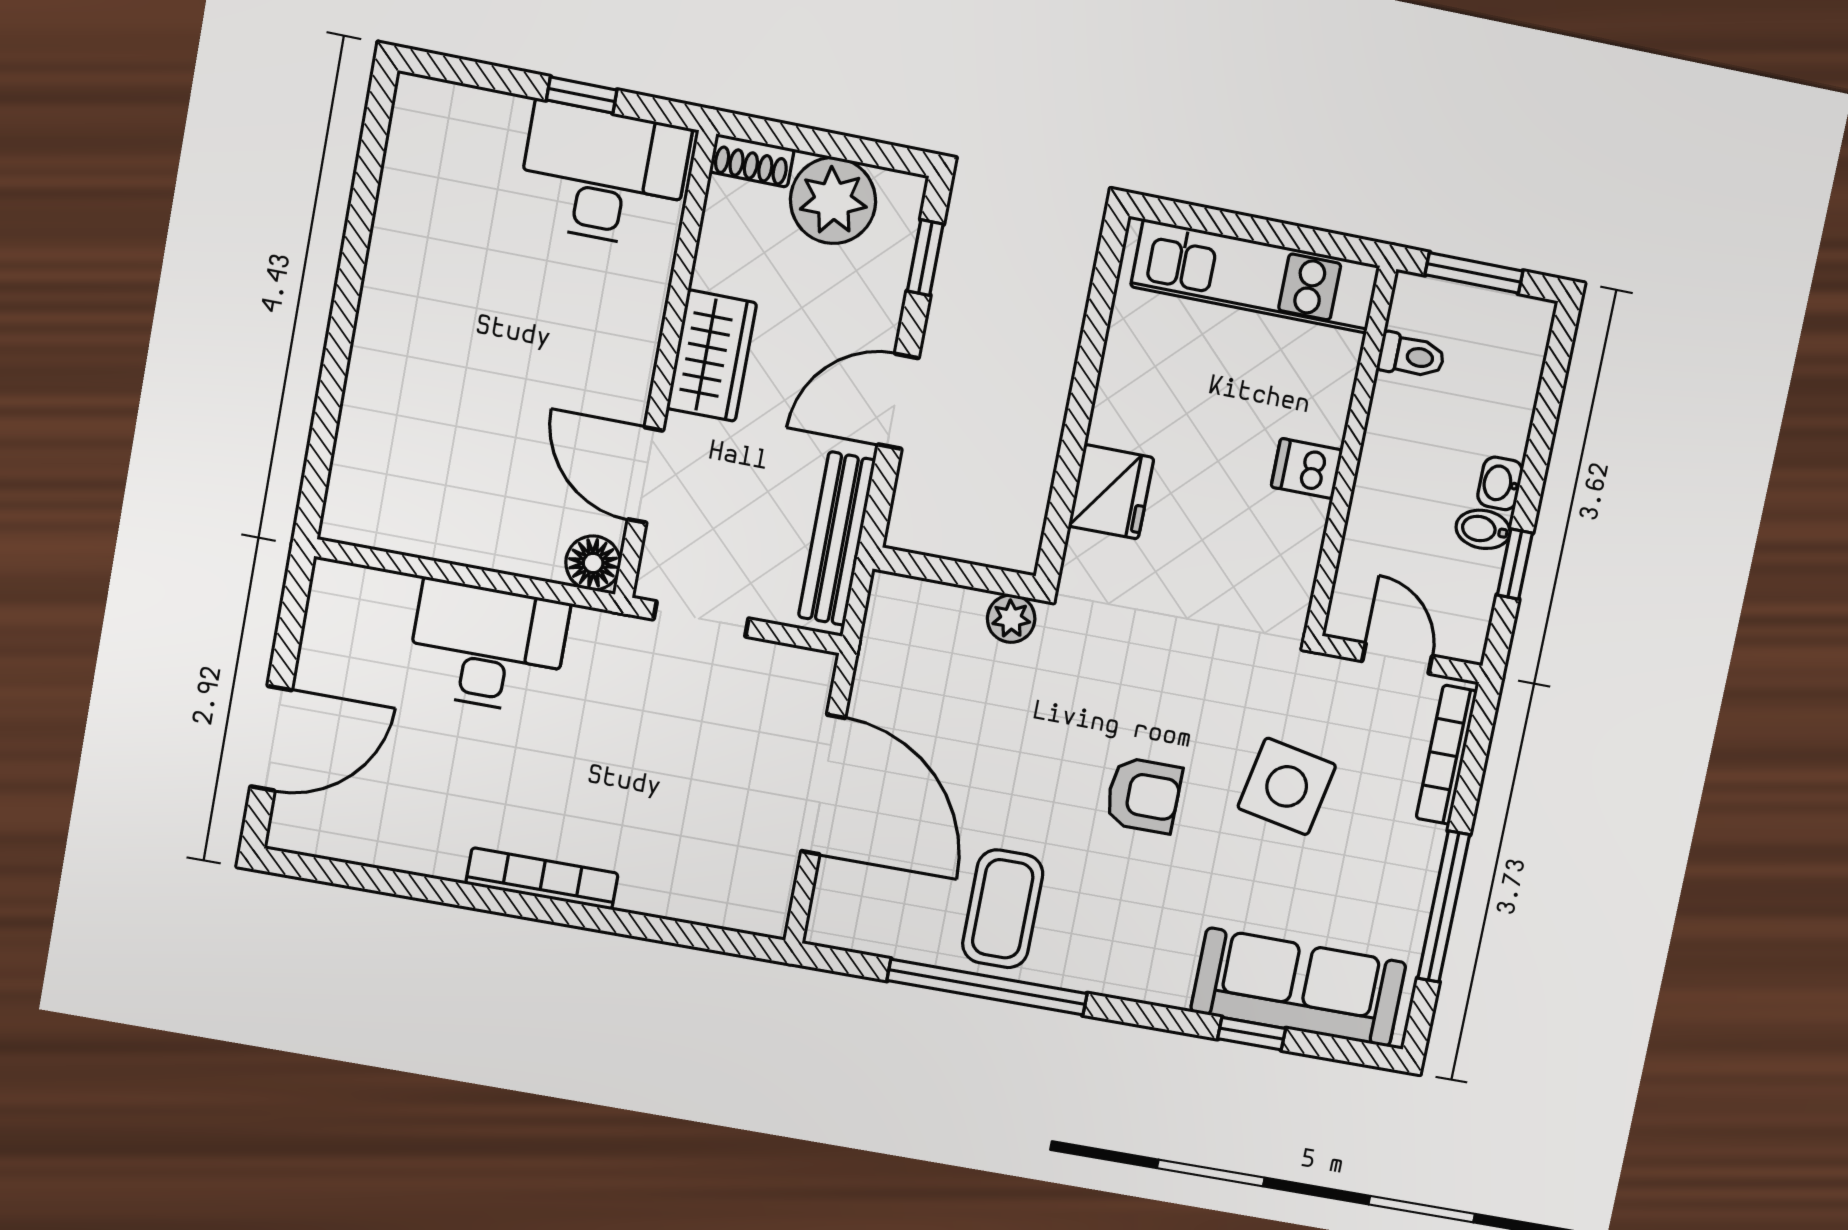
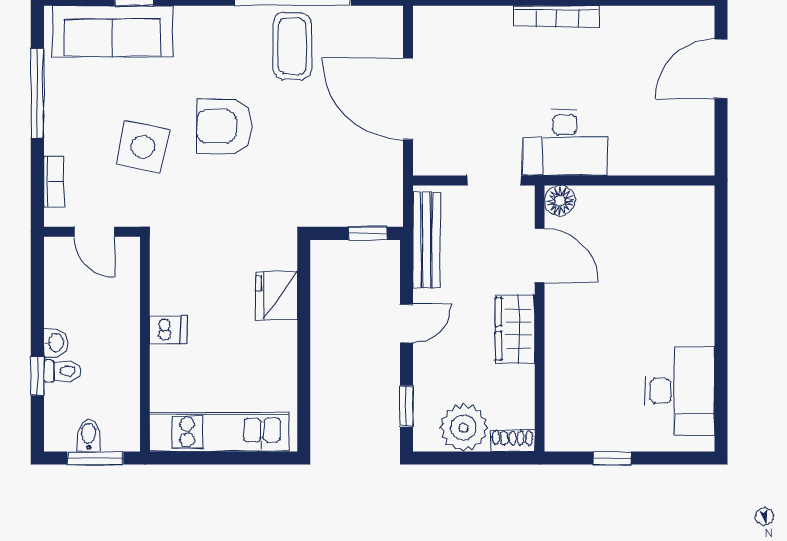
desk: (603, 175) -> (680, 391), moved, turned -90
toilet: (1411, 356) -> (62, 371), moved, turned 180
door: (898, 401) -> (406, 323), width x0.73
bidet: (1483, 529) -> (88, 436), moved, turned -90
window: (1515, 564) -> (37, 376), moved
window: (935, 569) -> (368, 233), added
plant: (1011, 619) -> (320, 213), removed
desk: (488, 647) -> (565, 142), moved
bookcase: (1447, 755) -> (54, 182), width x0.64
armchair: (1144, 795) -> (224, 126), width x1.38, depth x1.38

